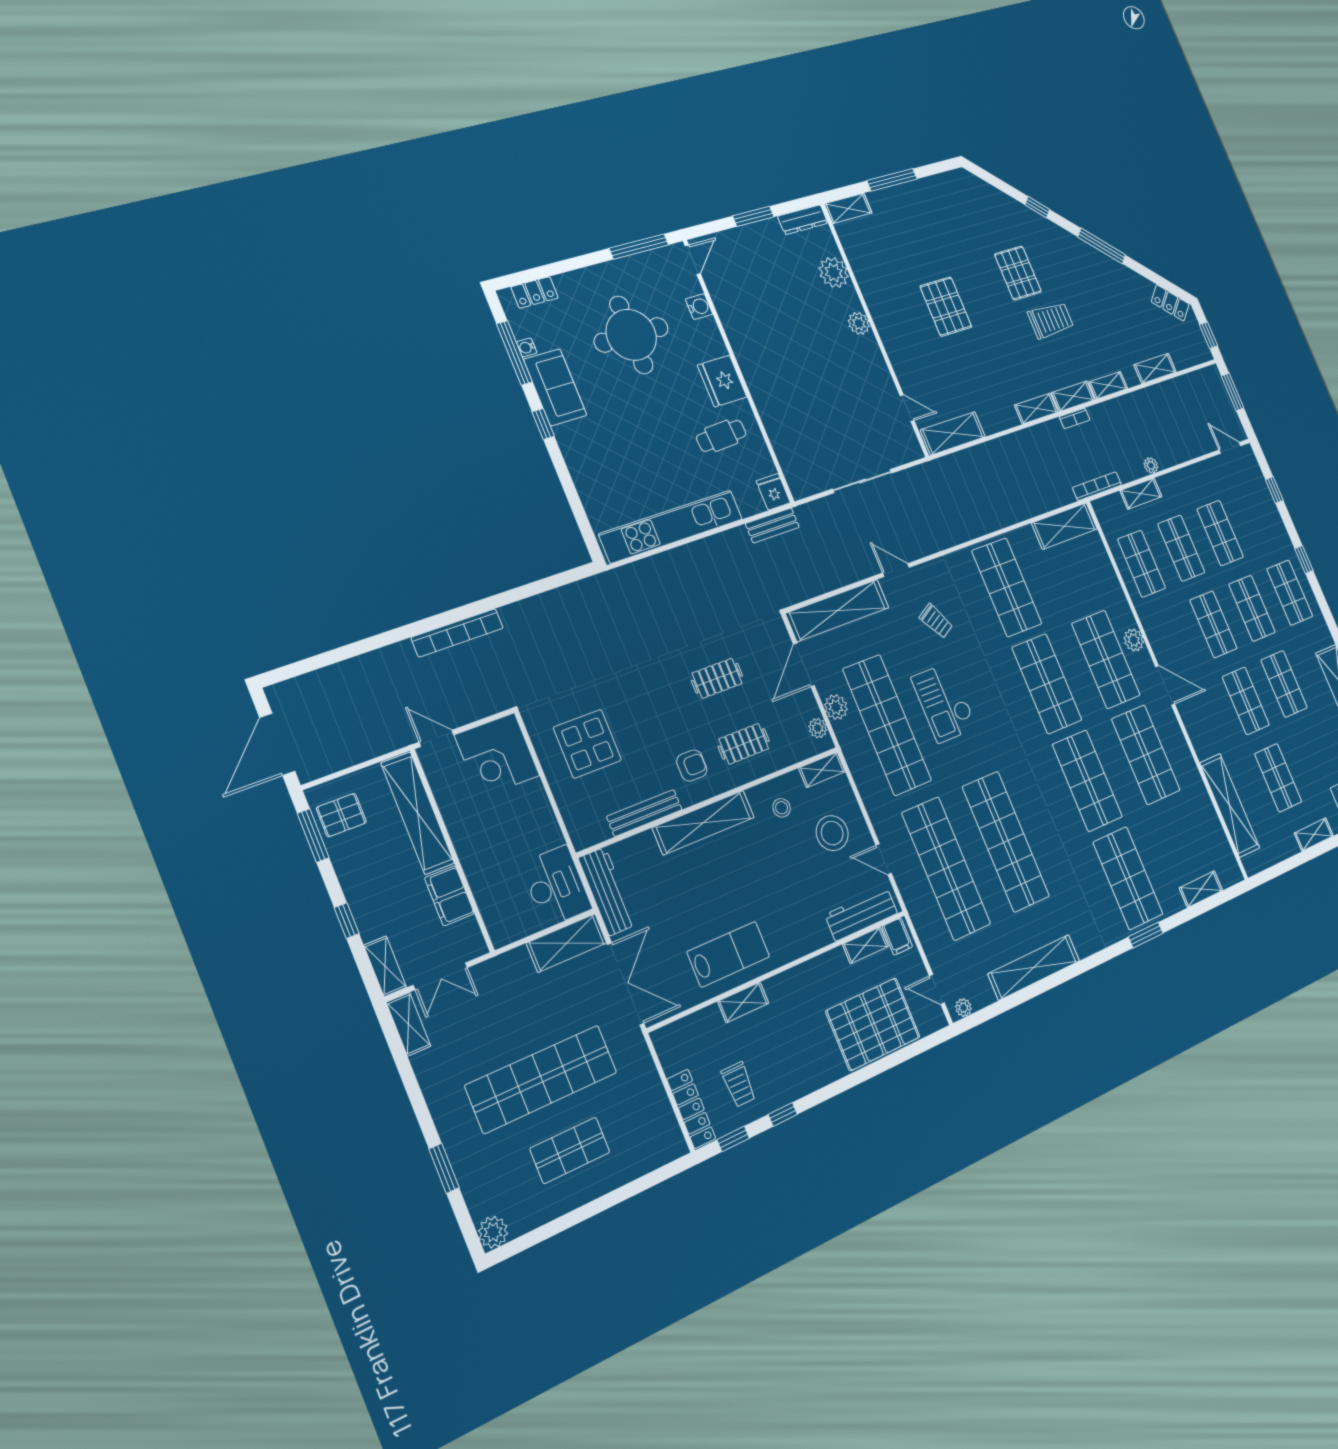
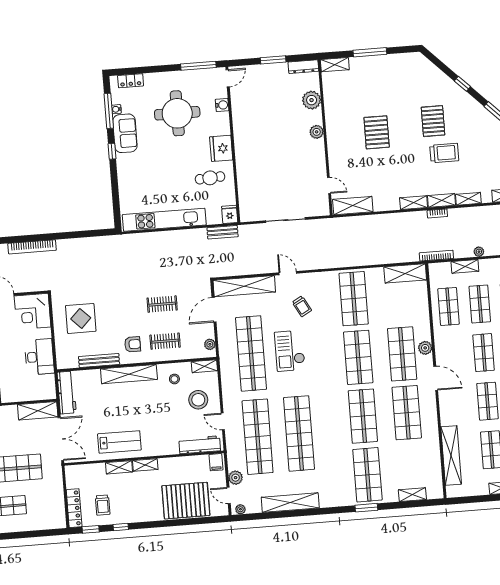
plant: (836, 707) -> (236, 478), moved
desk: (556, 886) -> (39, 357), moved
shelving: (865, 945) -> (145, 465), moved

